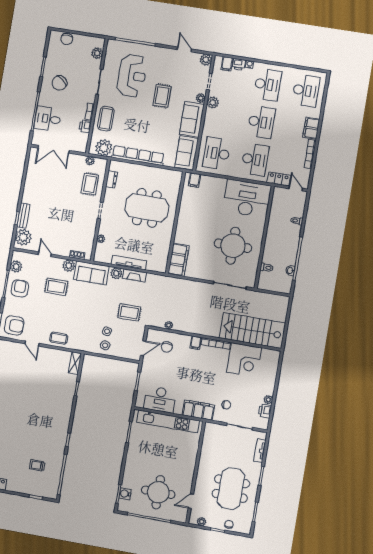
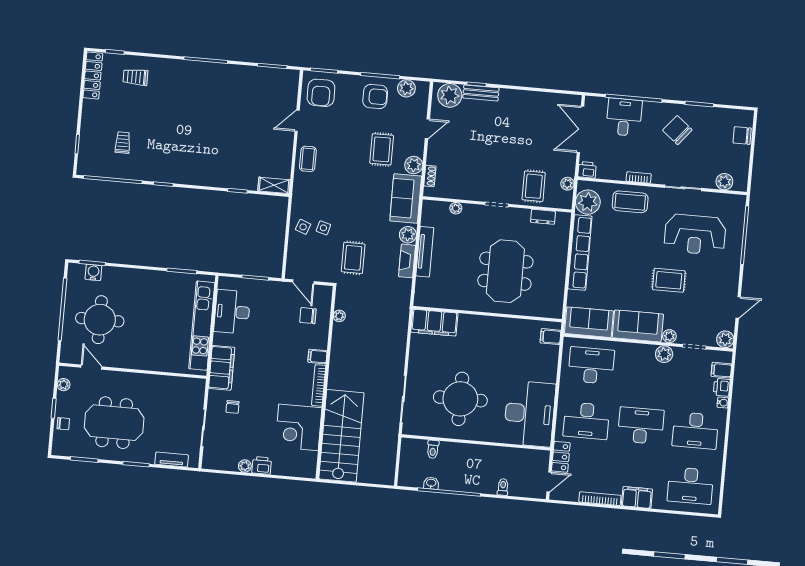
desk: (261, 122) -> (641, 426), turned 180
printer: (85, 126) -> (587, 170), moved
rug: (90, 184) -> (534, 186), turned 90
printer: (265, 411) -> (262, 465), moved

